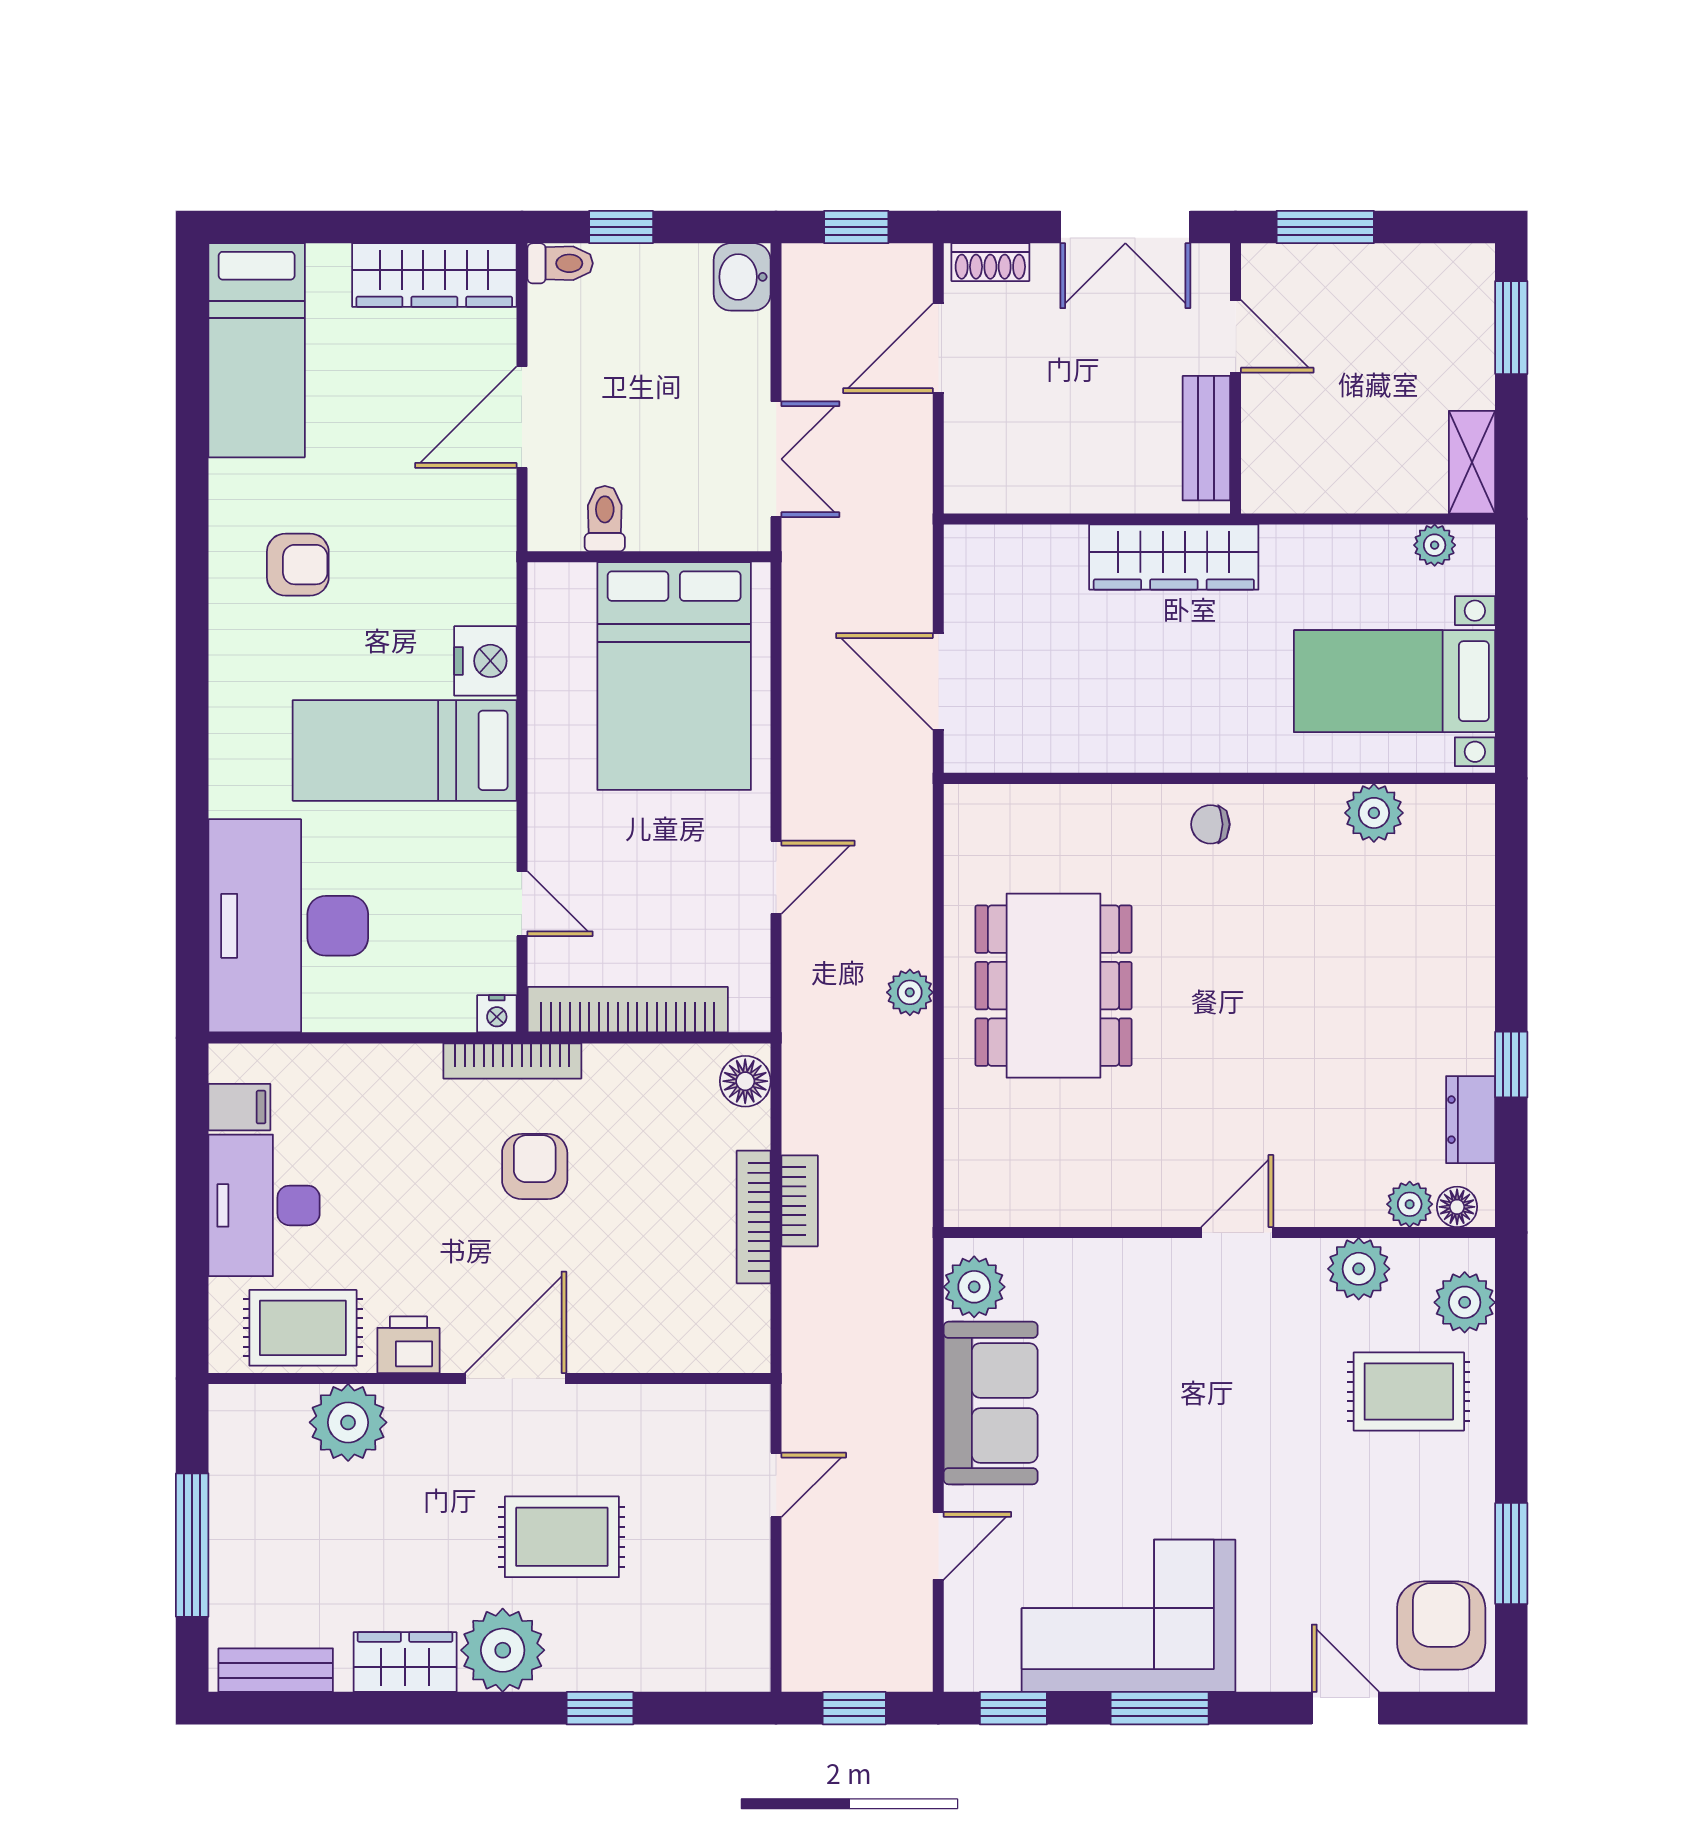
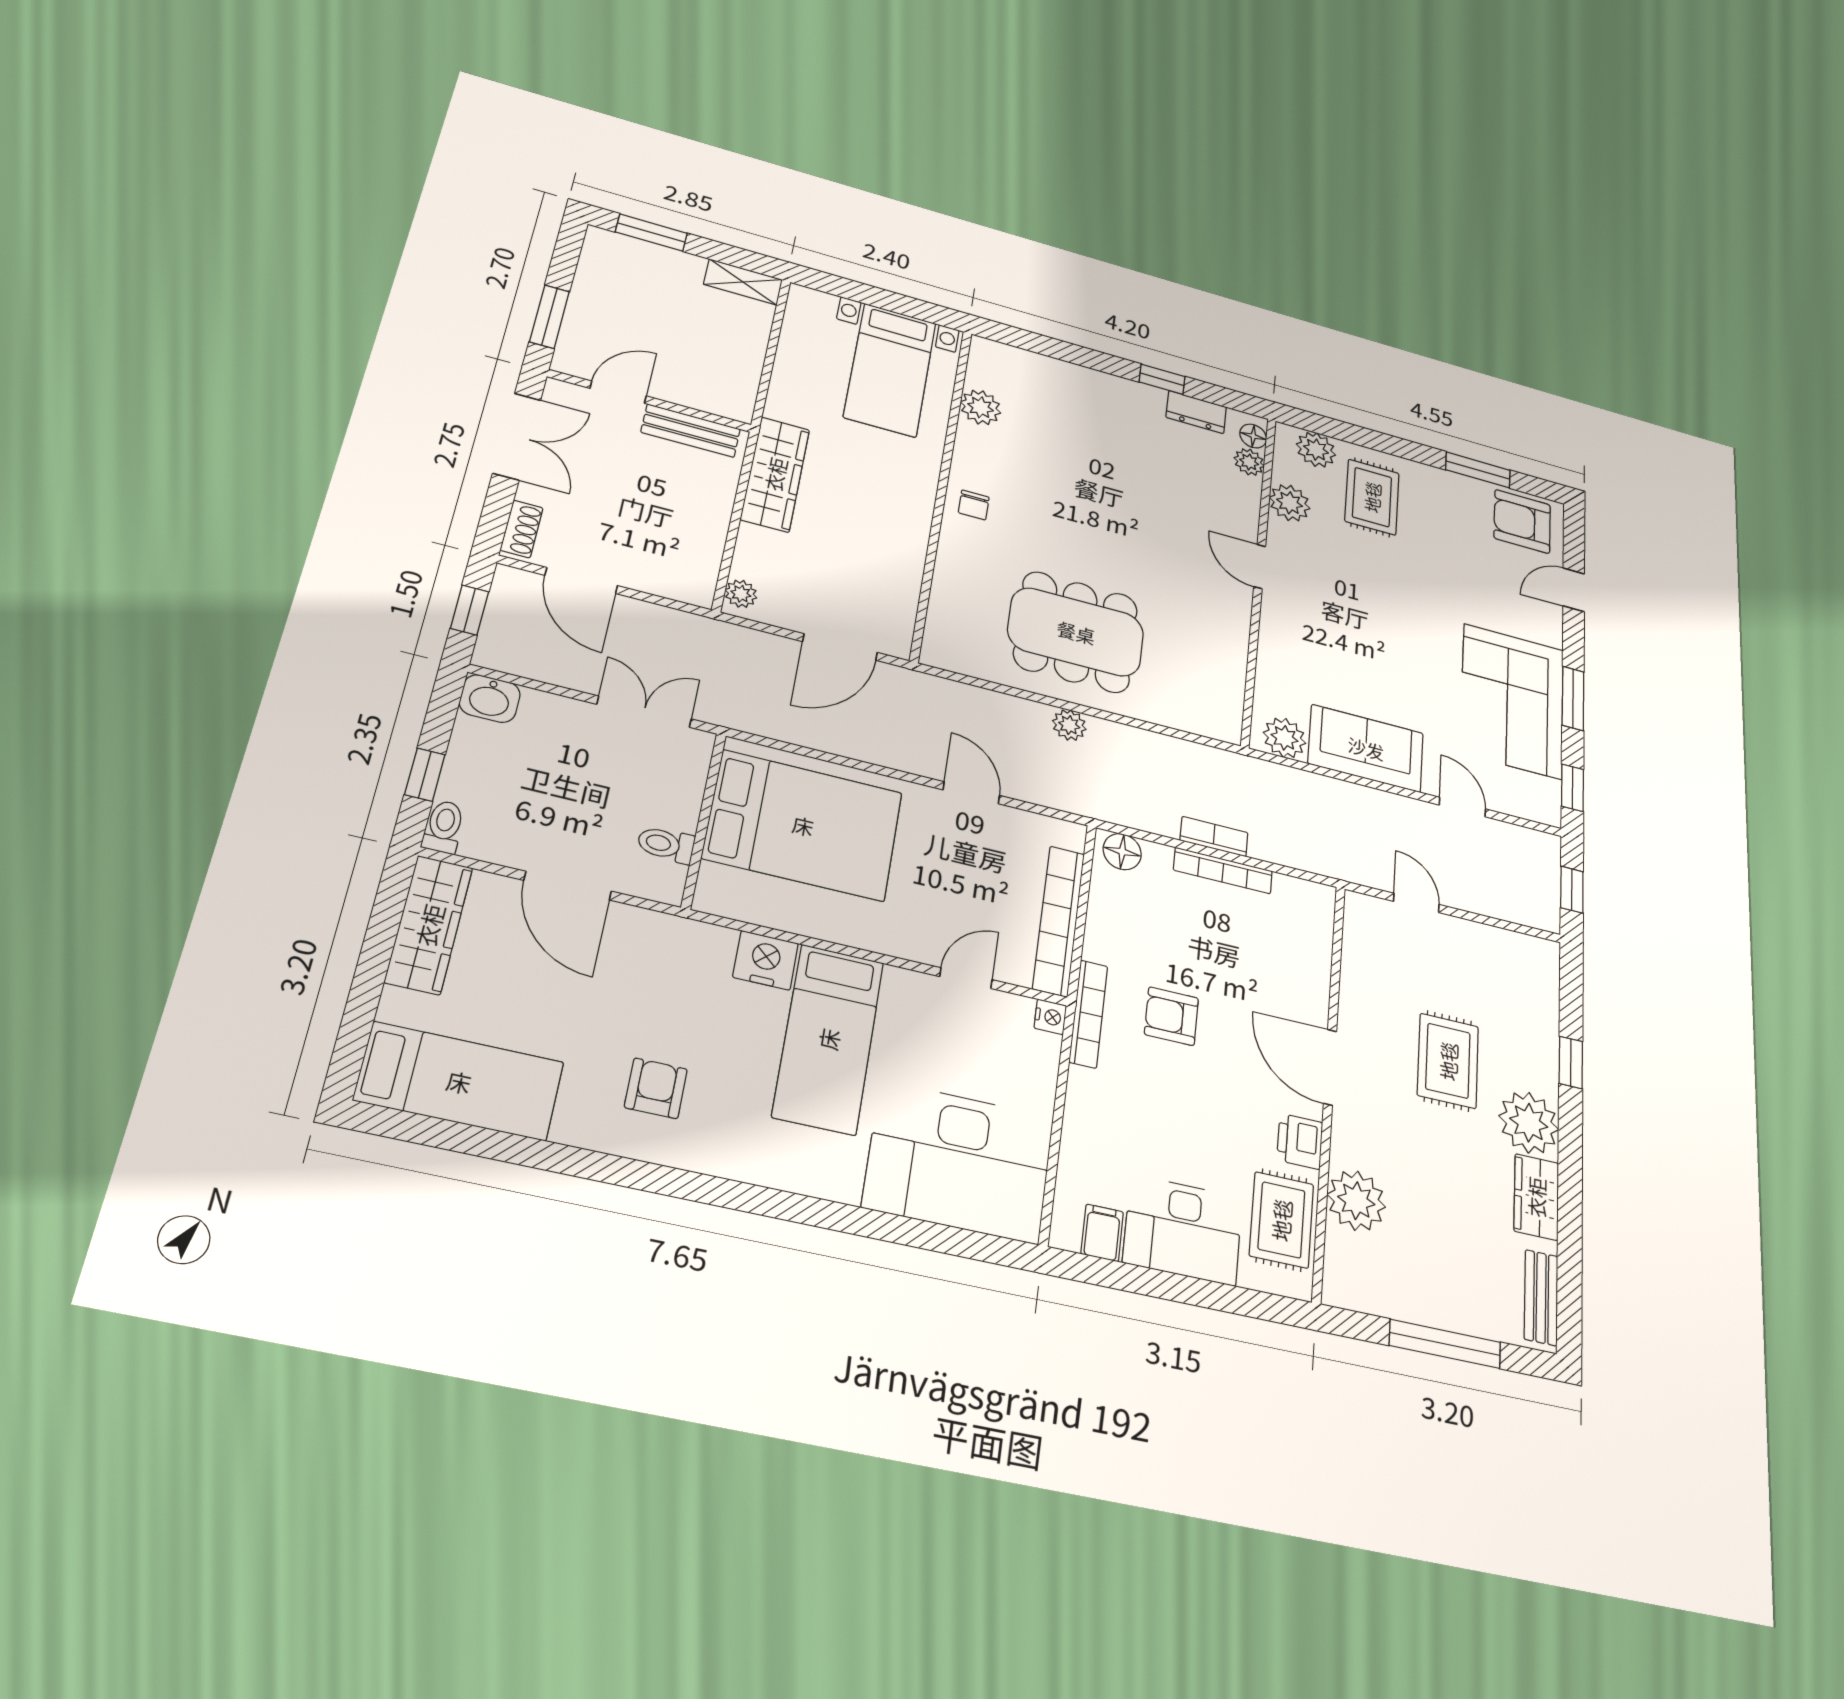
plant: (1435, 545) -> (741, 594), moved

